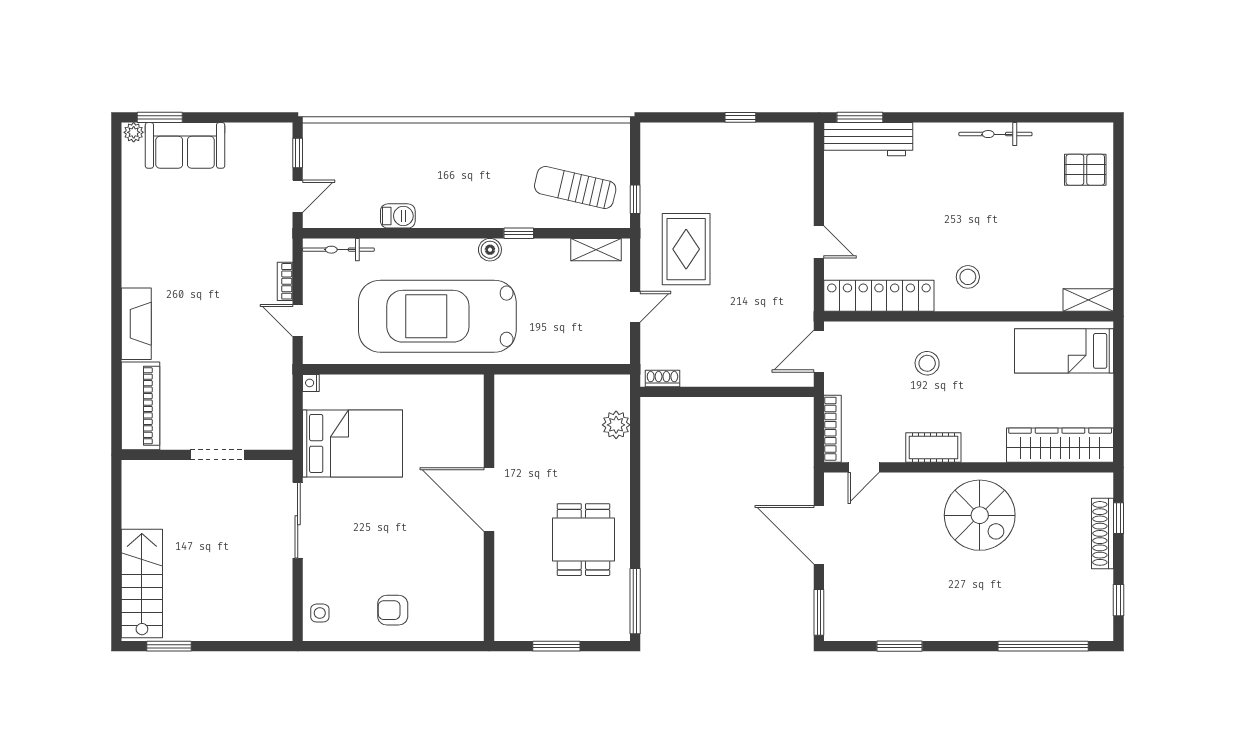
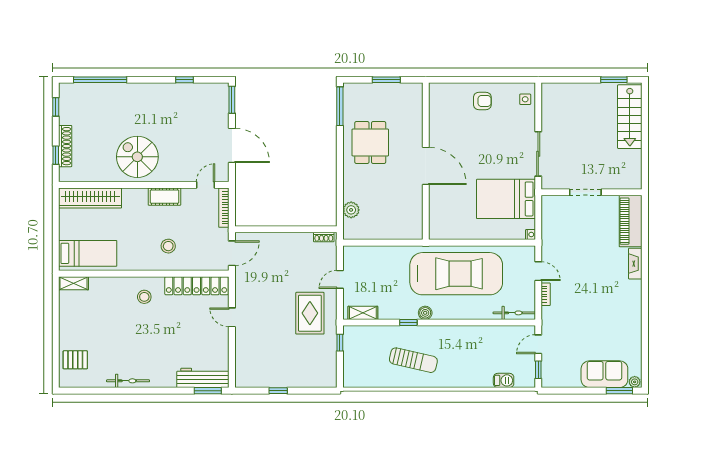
sun lounger: (575, 187) -> (413, 360), moved
barbecue: (398, 216) -> (504, 380), moved, turned 180
fireplace: (136, 324) -> (635, 264), width x0.73, depth x0.76
window: (899, 646) -> (184, 80), width x0.67

